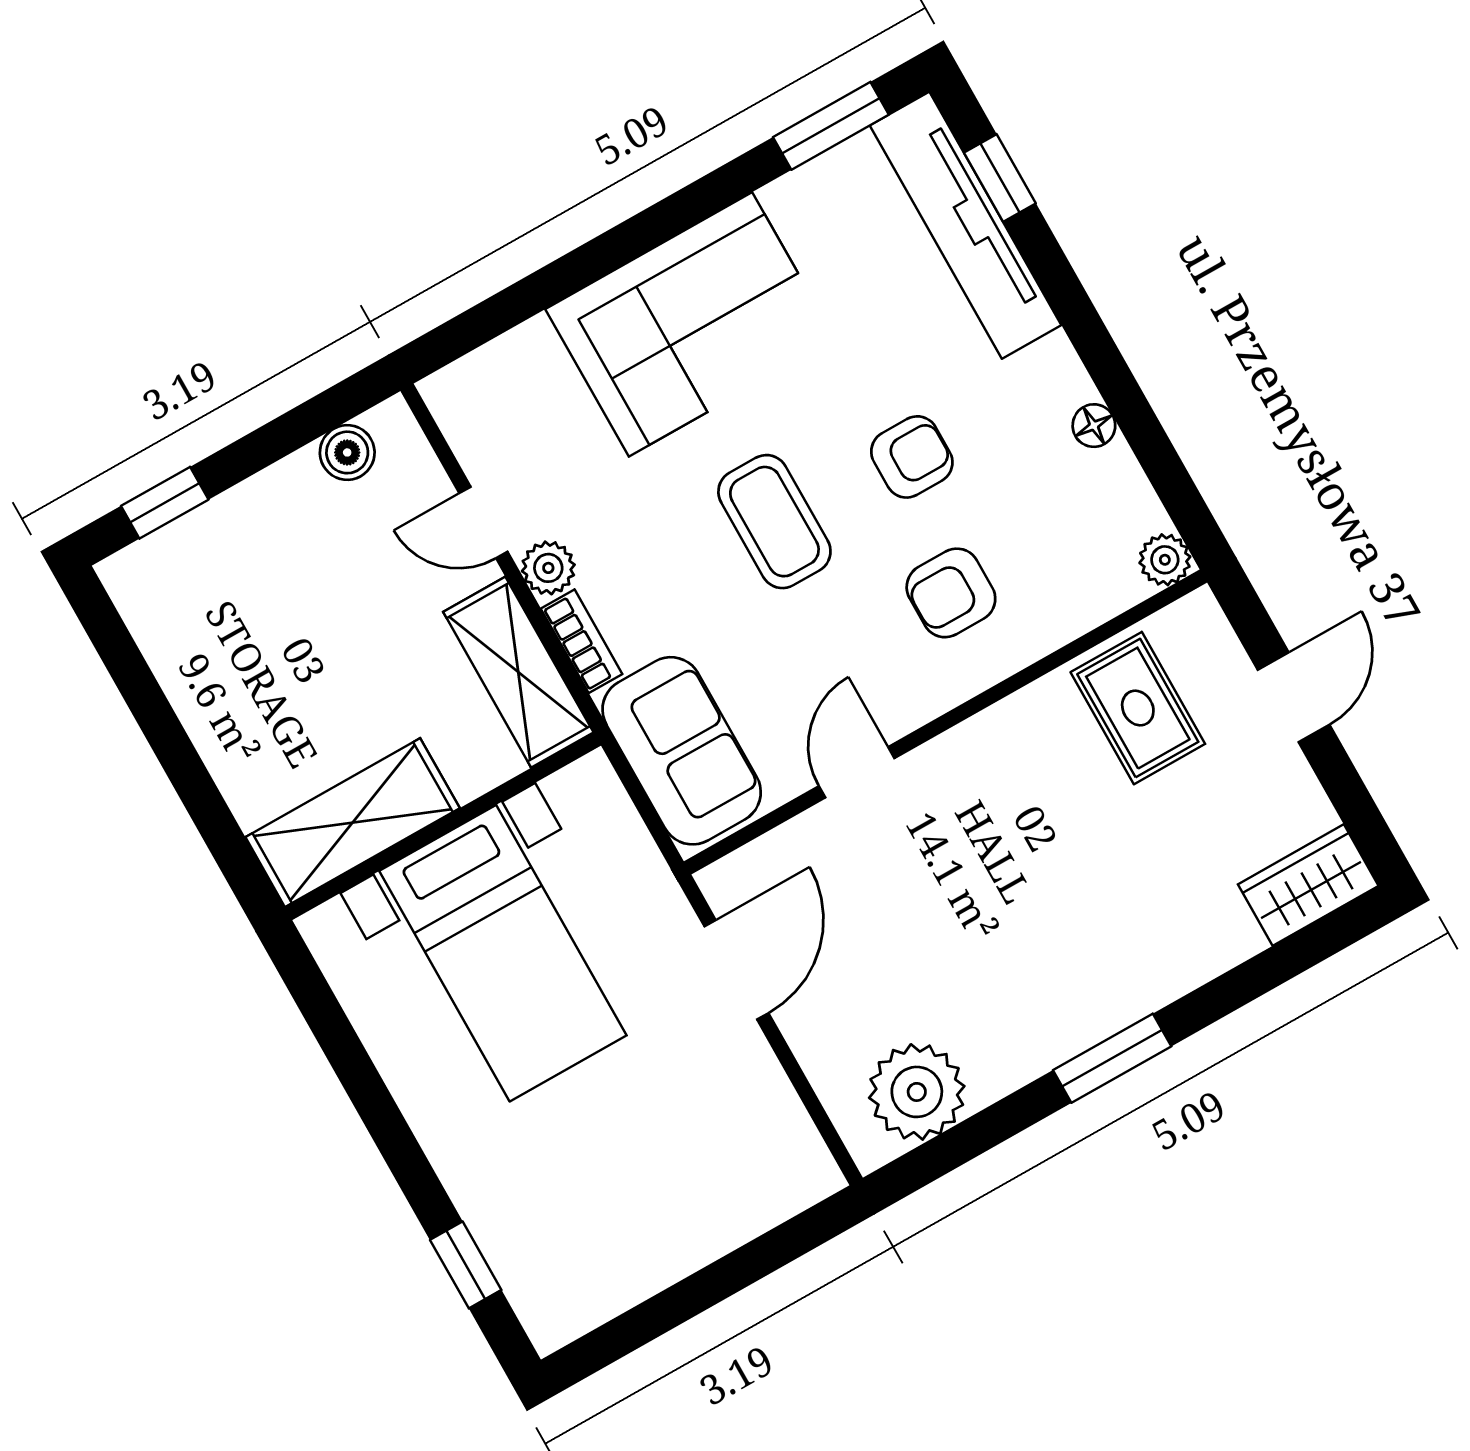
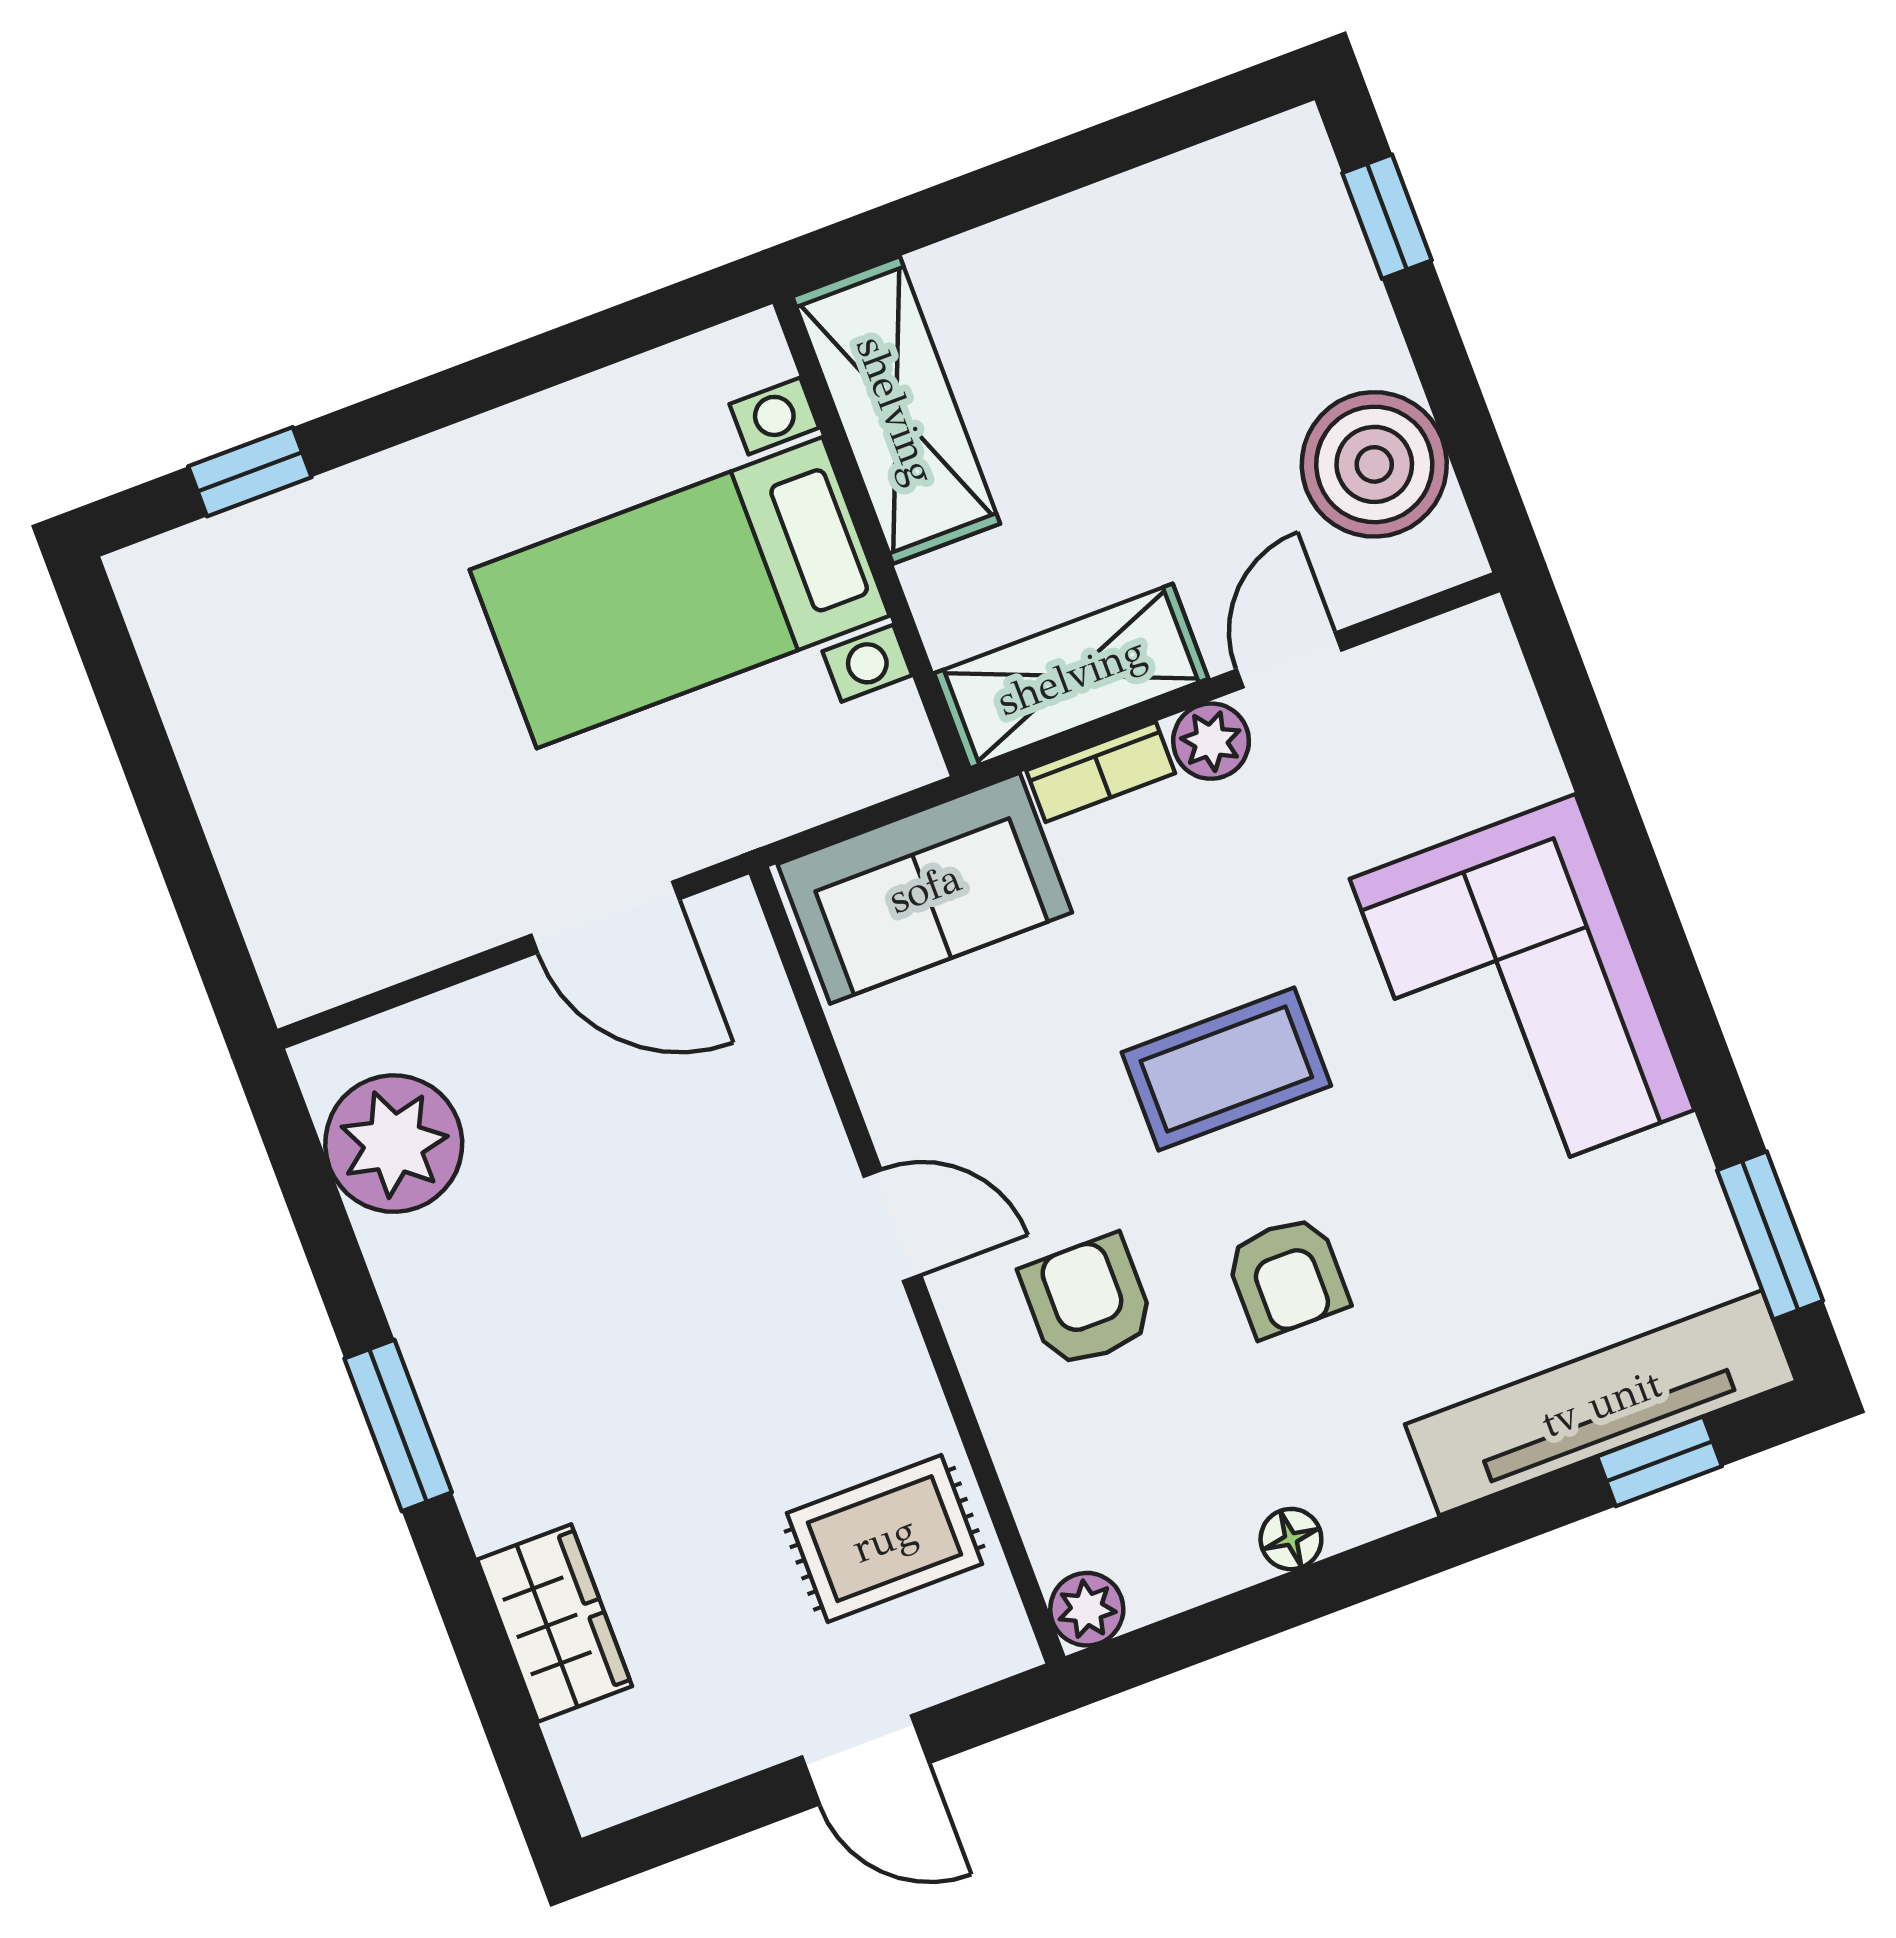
boiler: (347, 452) -> (1374, 464), width x1.86, depth x1.86
door: (857, 772) -> (892, 1226), moved
wardrobe: (1308, 885) -> (555, 1623), moved

